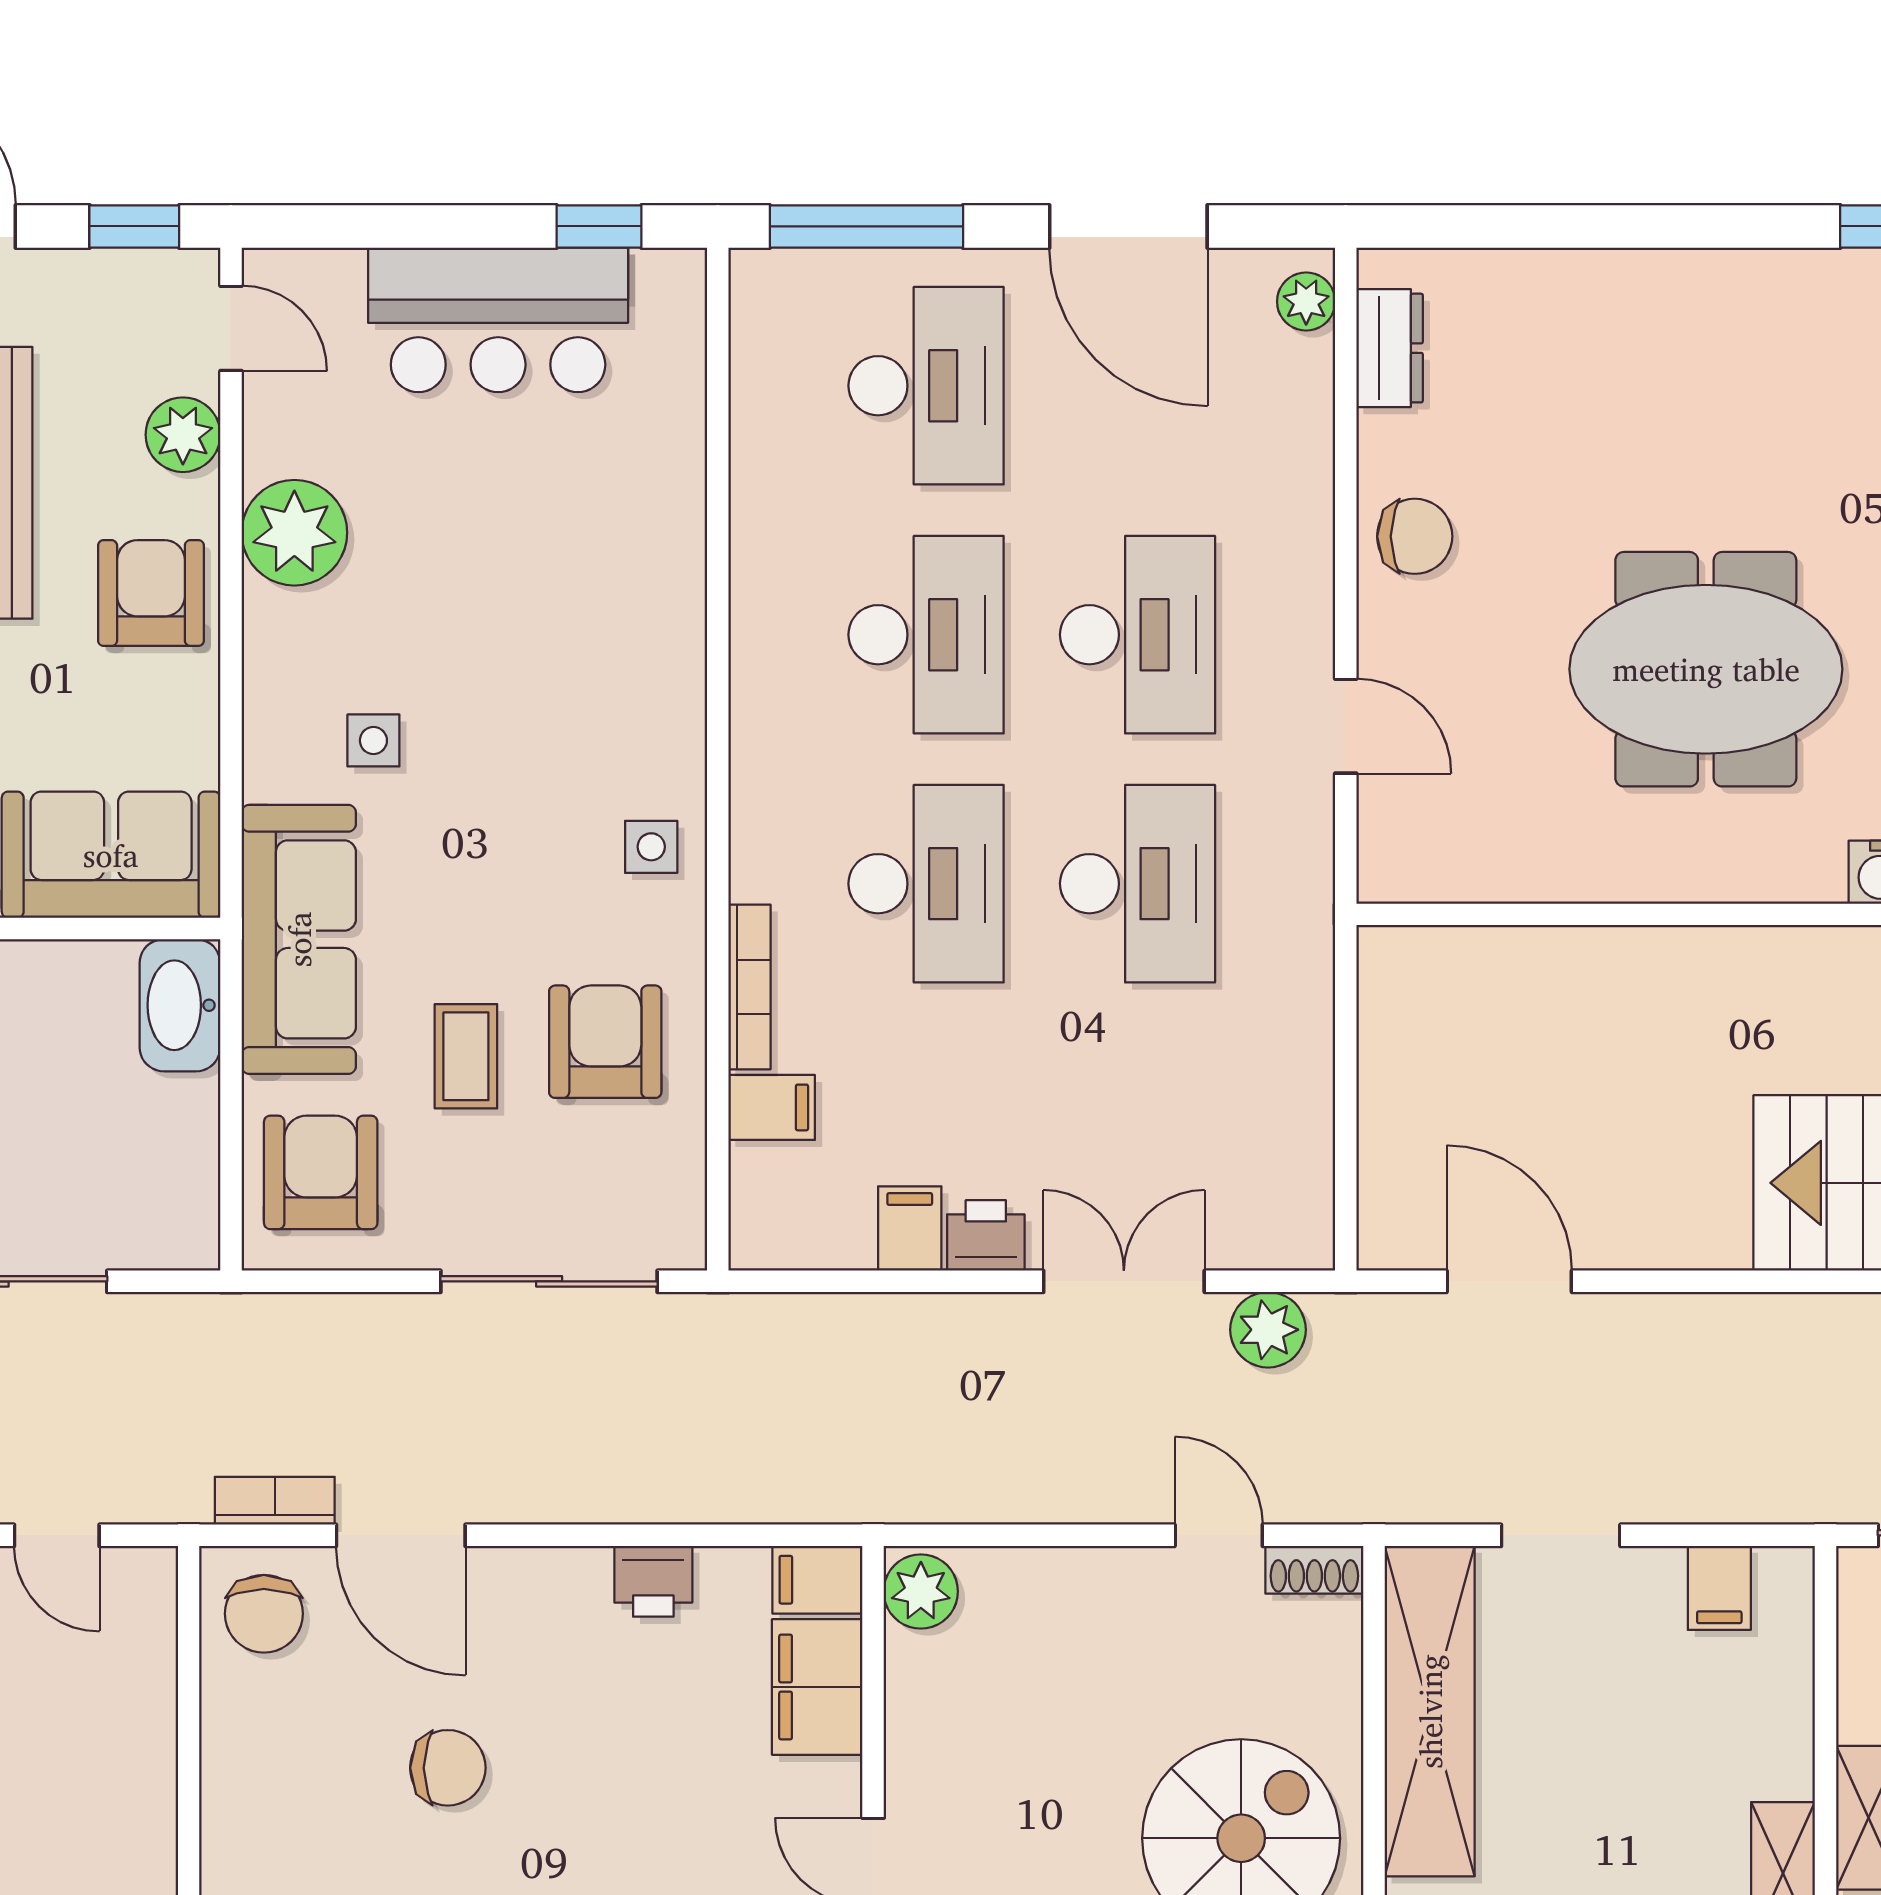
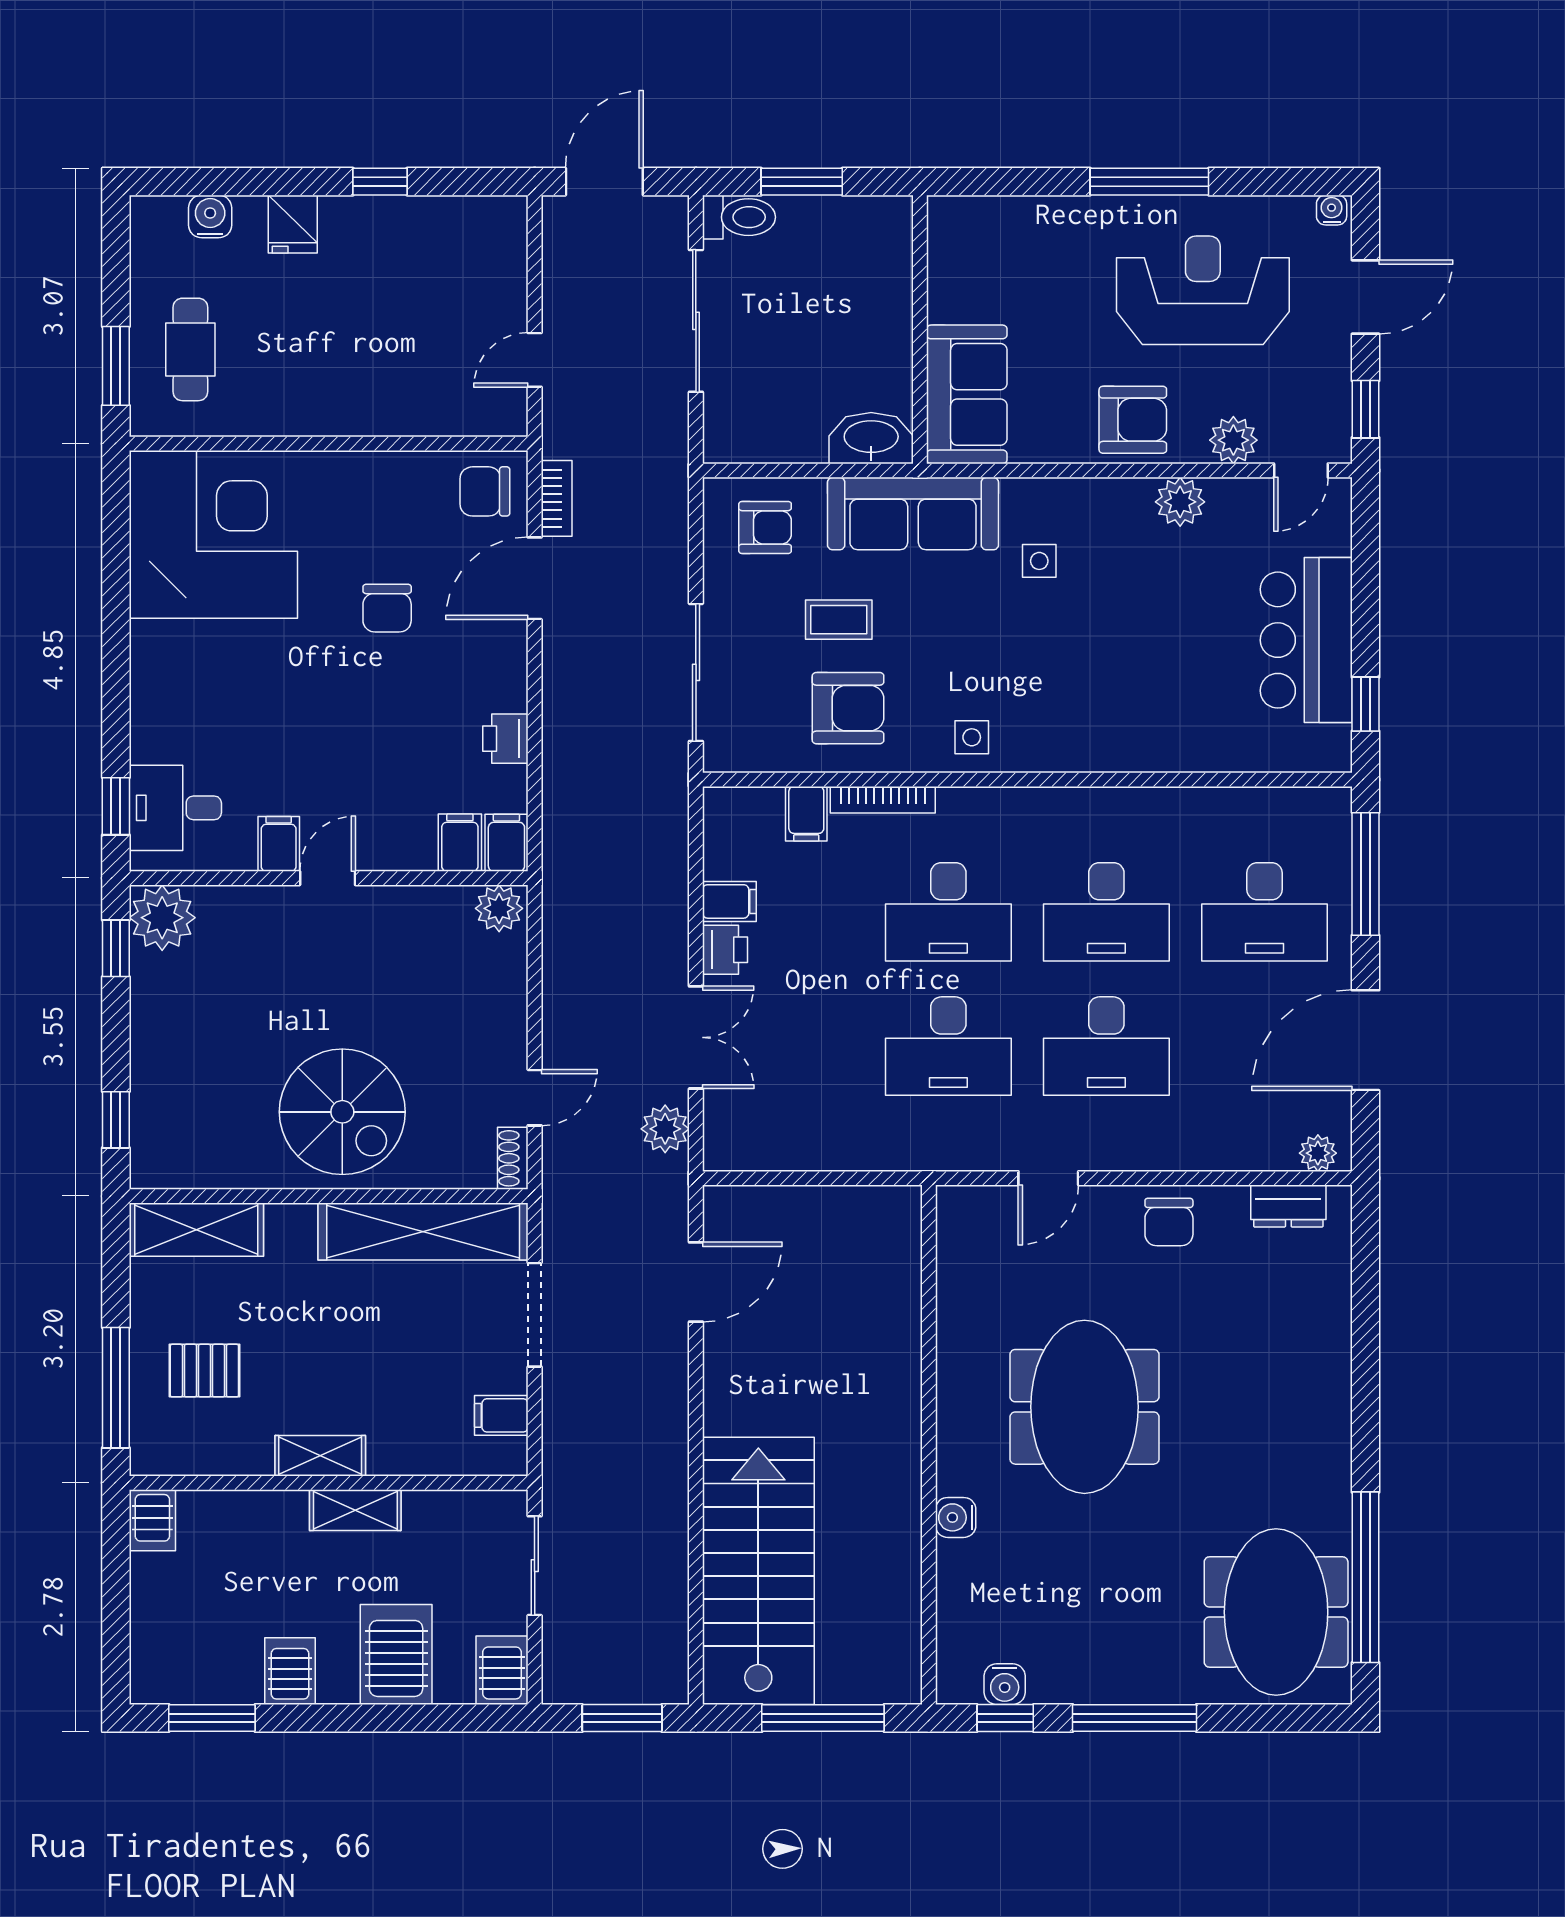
plant: (294, 533) -> (1180, 502), width x0.73, depth x0.73
armchair: (321, 1172) -> (765, 527), width x0.72, depth x0.72
doorway: (1561, 1535) -> (535, 1315), width x1.38
filing cabinet: (817, 1687) -> (460, 843), width x0.50

